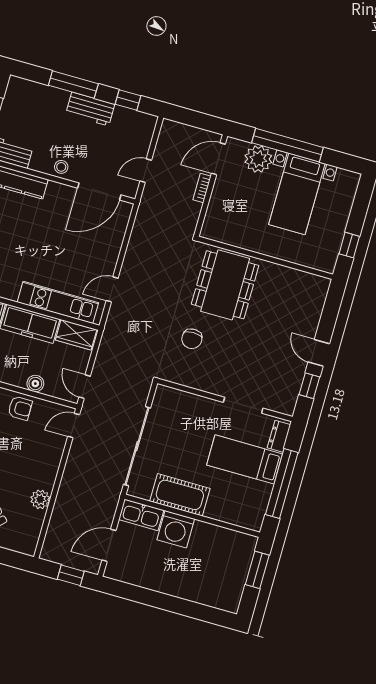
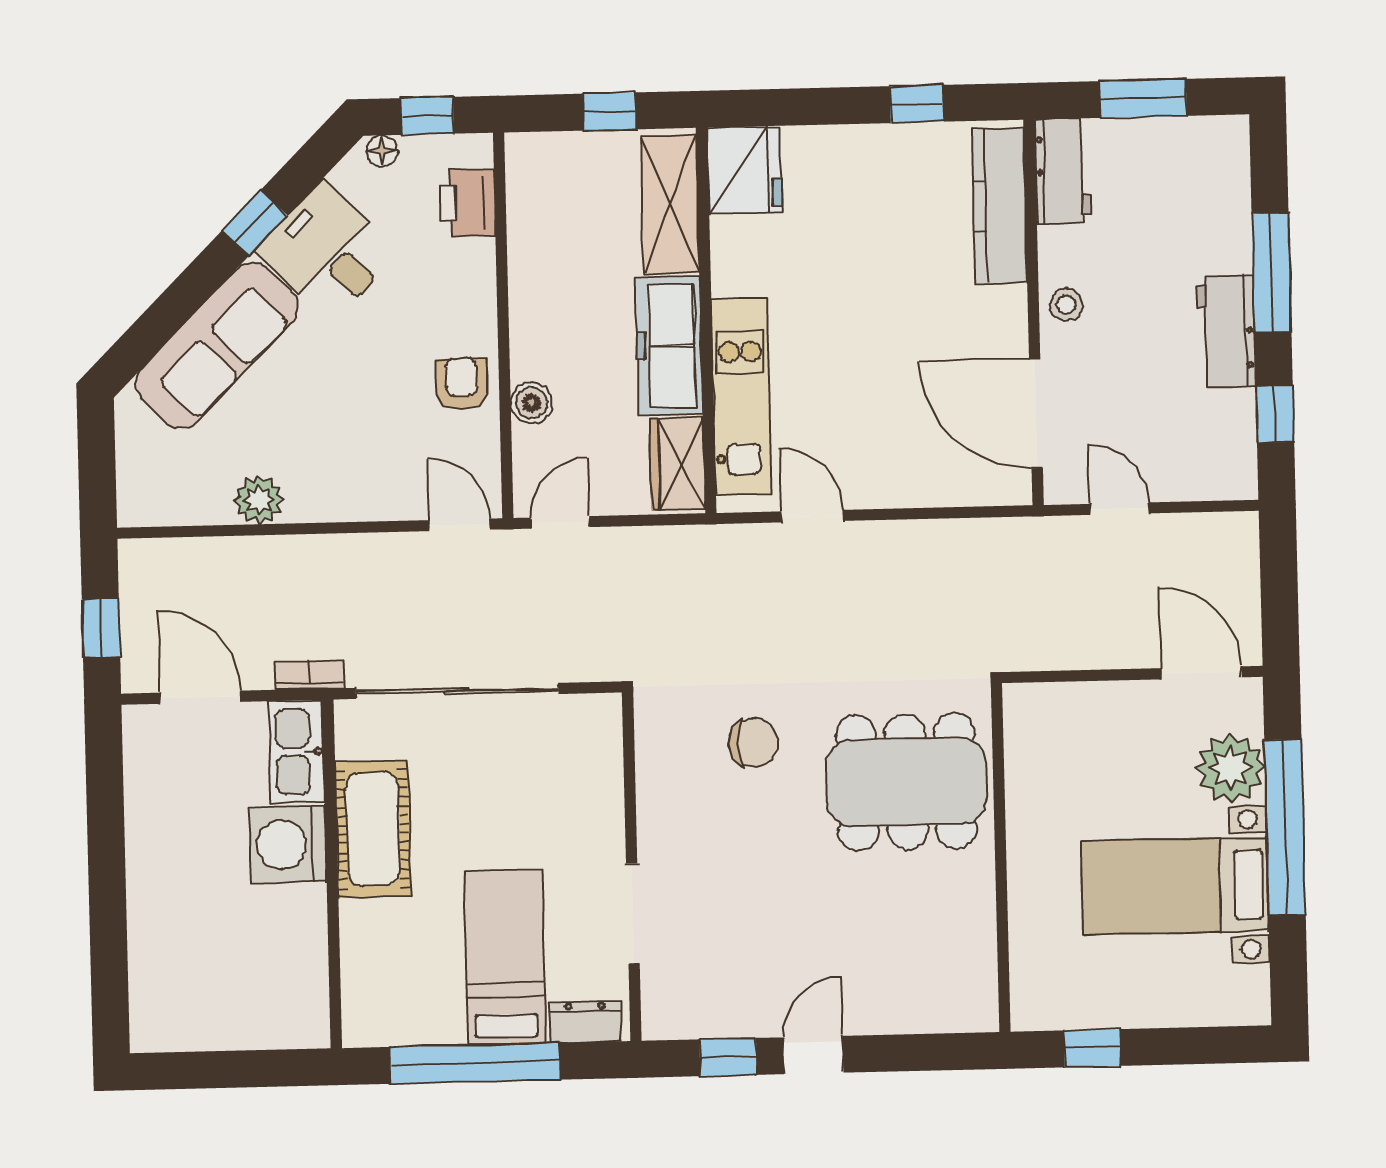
bookcase: (202, 188) -> (310, 675), moved
chair: (192, 339) -> (753, 742), turned 180
armchair: (20, 408) -> (461, 384), turned 180
window: (257, 570) -> (251, 1069), removed

